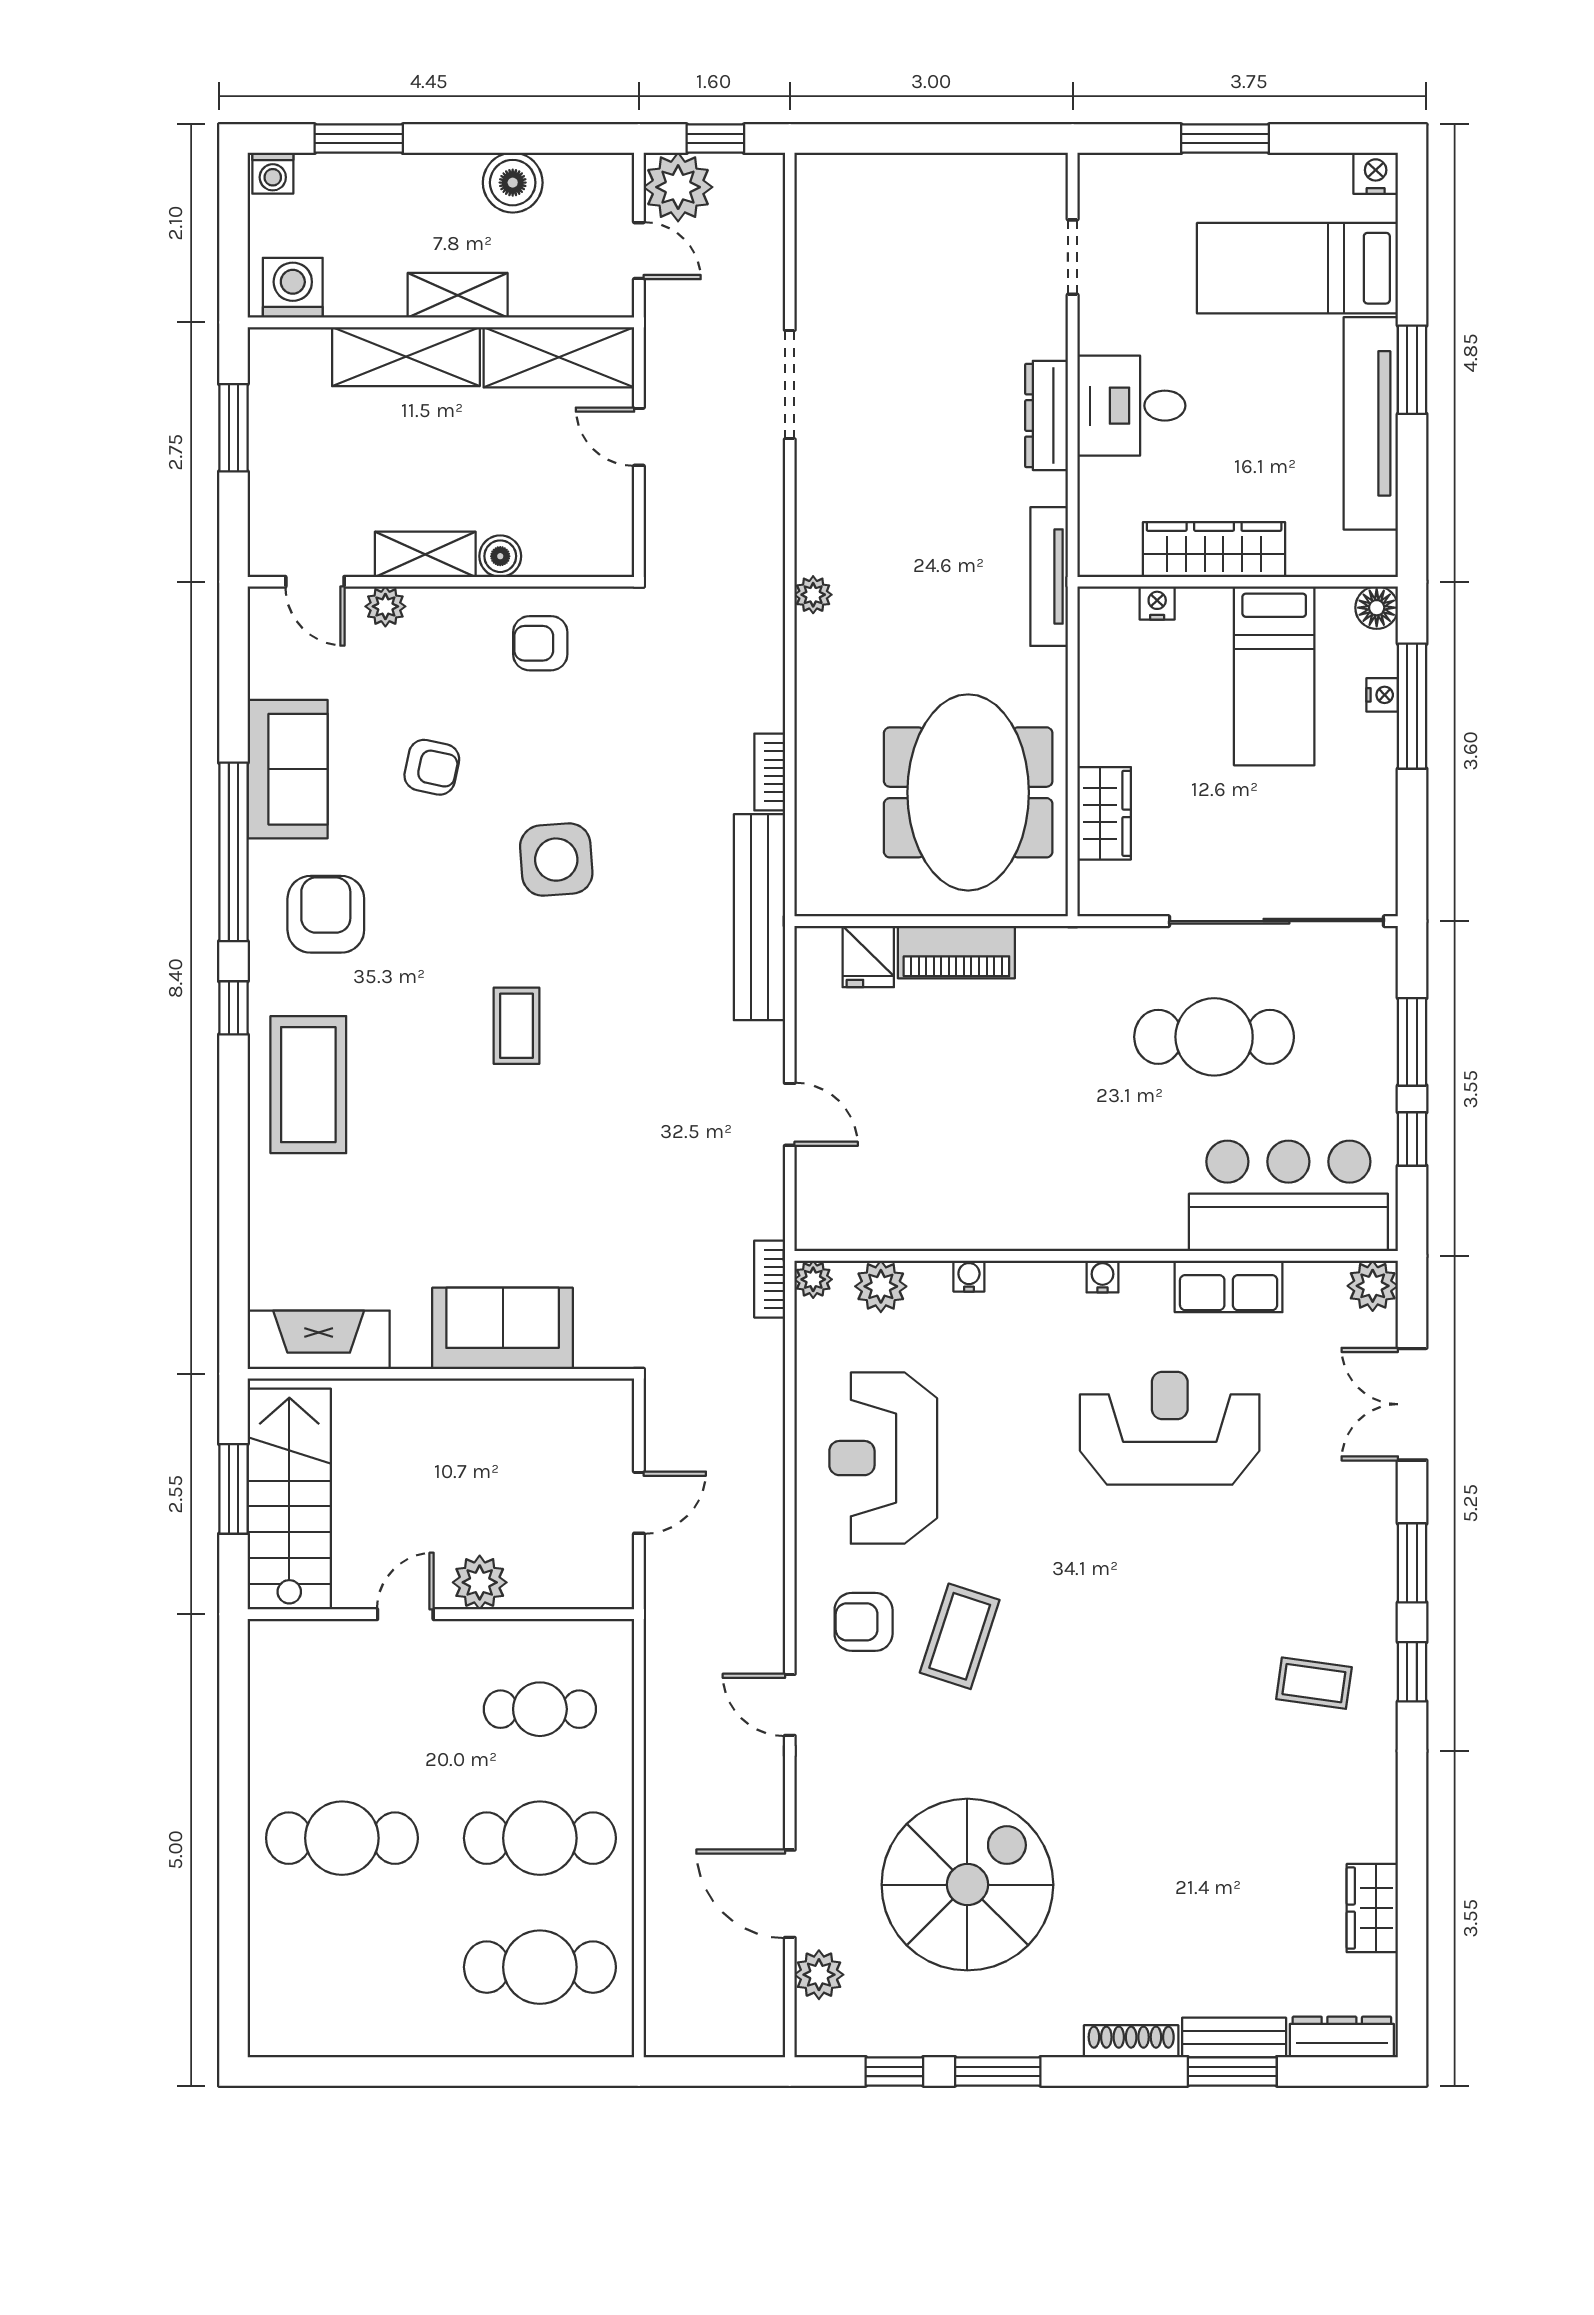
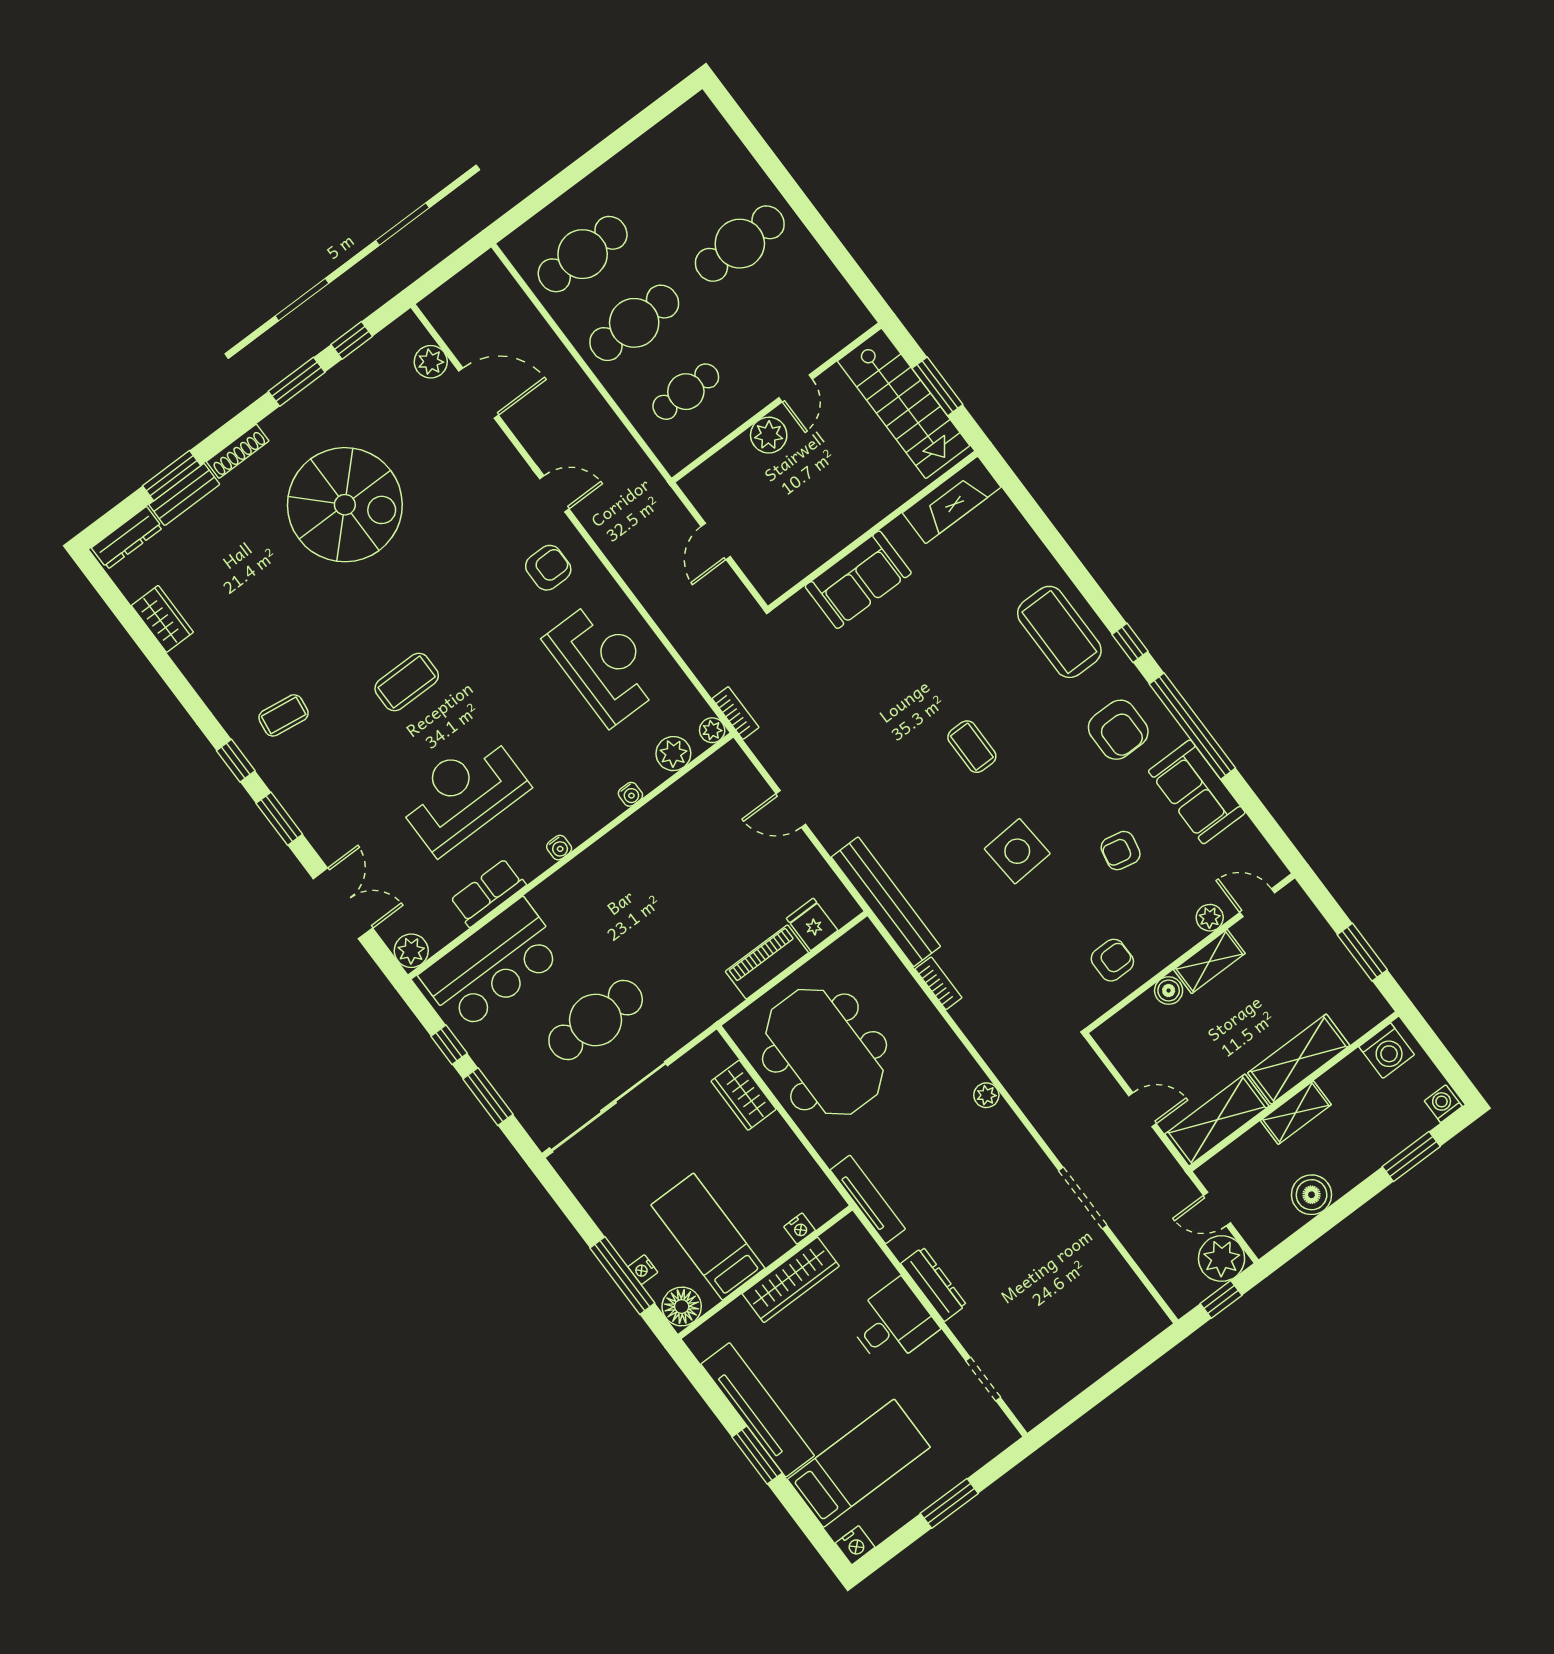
floor lamp: (1377, 608) -> (682, 1306), width x1.38, depth x1.38
reception desk: (1170, 1428) -> (462, 794), turned 180
coffee table: (960, 1636) -> (407, 682), moved, turned 72
spiral stairs: (967, 1885) -> (345, 505), moved, turned -90

